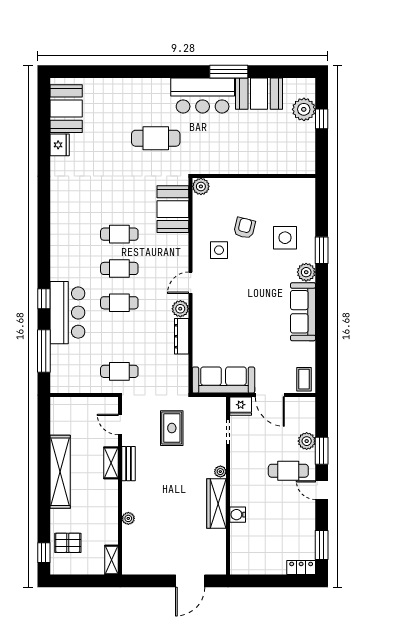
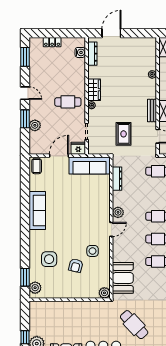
cafe table: (156, 138) -> (134, 325), turned 47
window: (322, 250) -> (25, 277), moved
plant: (306, 272) -> (35, 288), moved
dresser: (182, 336) -> (117, 179), moved
door: (270, 395) -> (59, 156), hinge flipped
cafe table: (288, 471) -> (68, 102), moved
wardrobe: (217, 504) -> (94, 90), width x0.67
water cooler: (238, 515) -> (80, 52), moved
dresser: (219, 550) -> (92, 54), added
locker: (301, 568) -> (52, 42), moved

